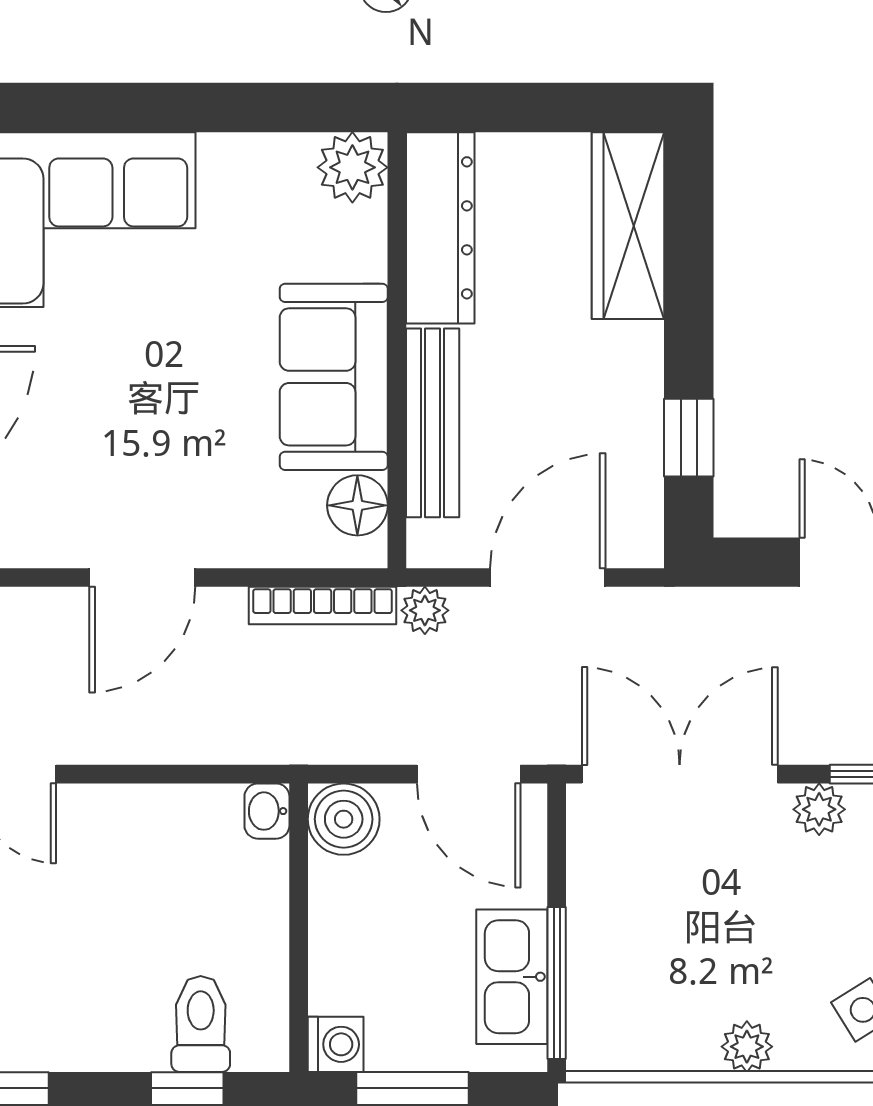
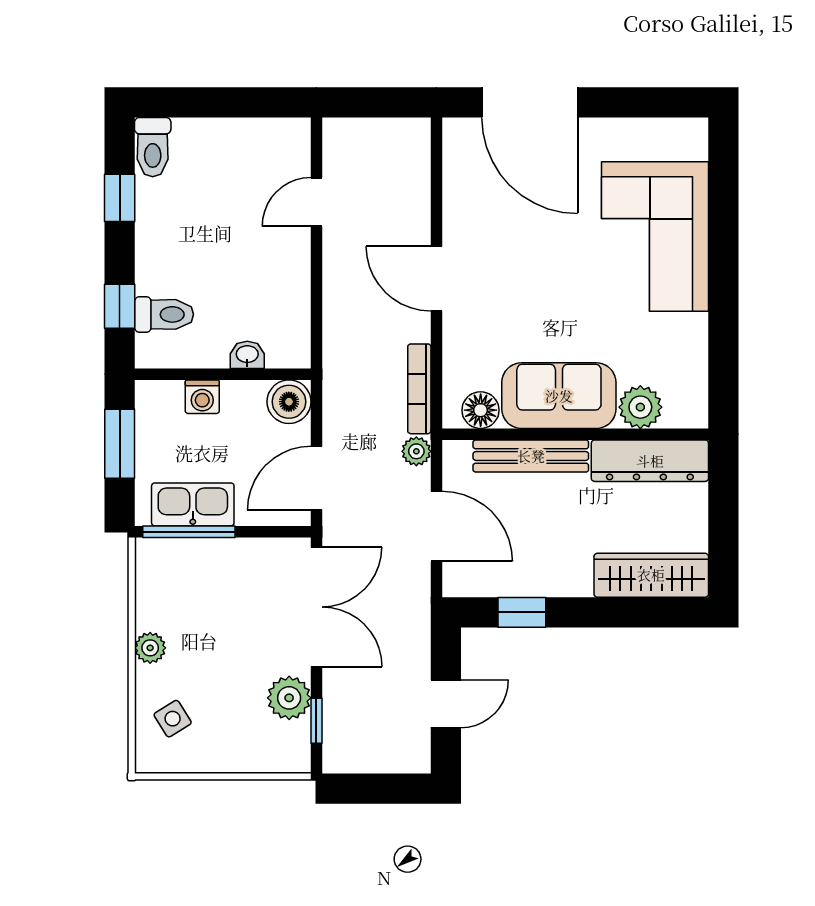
plant: (352, 167) -> (640, 407), moved
plant: (819, 809) -> (289, 698), width x1.38, depth x1.38
washbasin: (267, 811) -> (247, 355), moved
washing machine: (336, 1044) -> (202, 397), moved

